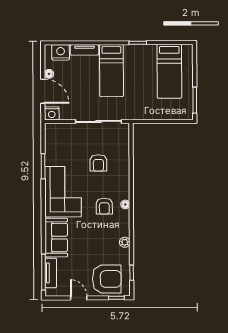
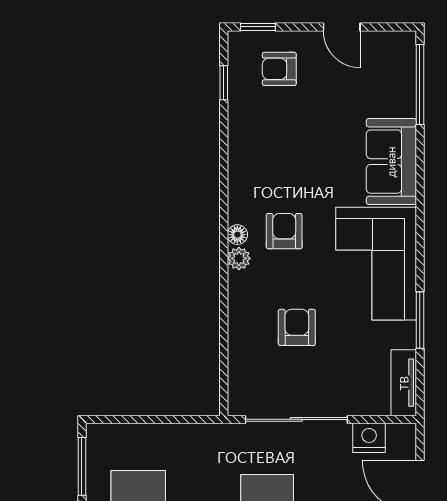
nightstand: (52, 113) -> (369, 438), moved
plant: (125, 242) -> (239, 258), moved
tv unit: (51, 273) -> (404, 383), moved
armchair: (107, 279) -> (279, 69), width x0.53, depth x0.53

